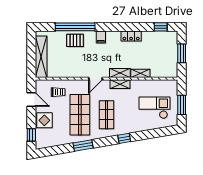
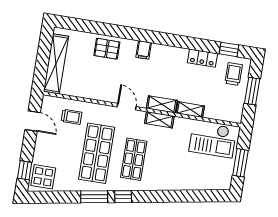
window: (75, 27) -> (110, 30), removed
locker: (131, 36) -> (202, 58), moved
trolley: (167, 44) -> (234, 74), added
door: (96, 79) -> (127, 107), swing flipped
checkout: (154, 108) -> (213, 140), moved, turned 180
display table: (44, 120) -> (43, 177), moved
window: (124, 138) -> (123, 197), moved

